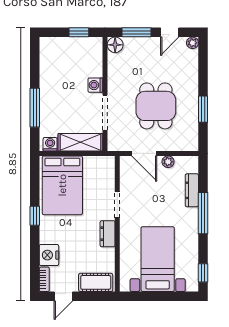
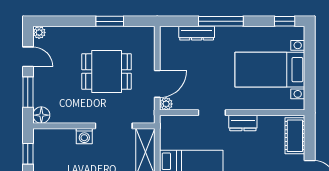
plant: (168, 162) -> (166, 104), moved

